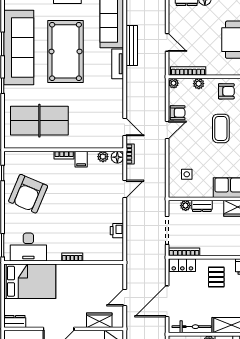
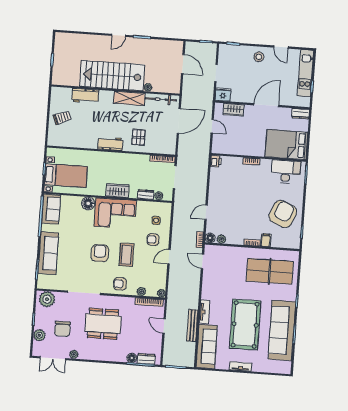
armchair: (178, 113) -> (153, 240), moved
filing cabinet: (81, 159) -> (266, 240), moved
printer: (117, 231) -> (216, 161), moved
locker: (182, 265) -> (165, 149), removed
door: (125, 298) -> (212, 126), hinge flipped

